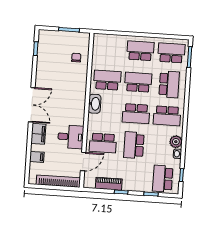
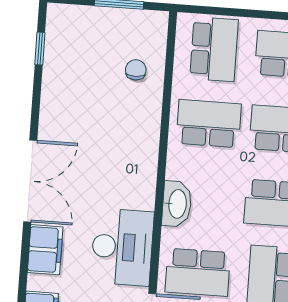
school desk: (109, 49) -> (214, 49), added
washbasin: (95, 104) -> (177, 204), moved
desk: (71, 137) -> (122, 247), width x1.37

